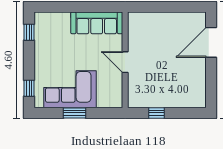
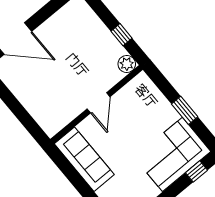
corner sofa: (70, 89) -> (173, 154), moved, turned 90
plant: (135, 101) -> (127, 64), added

